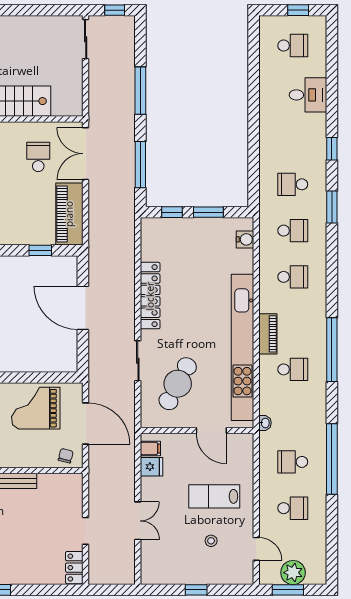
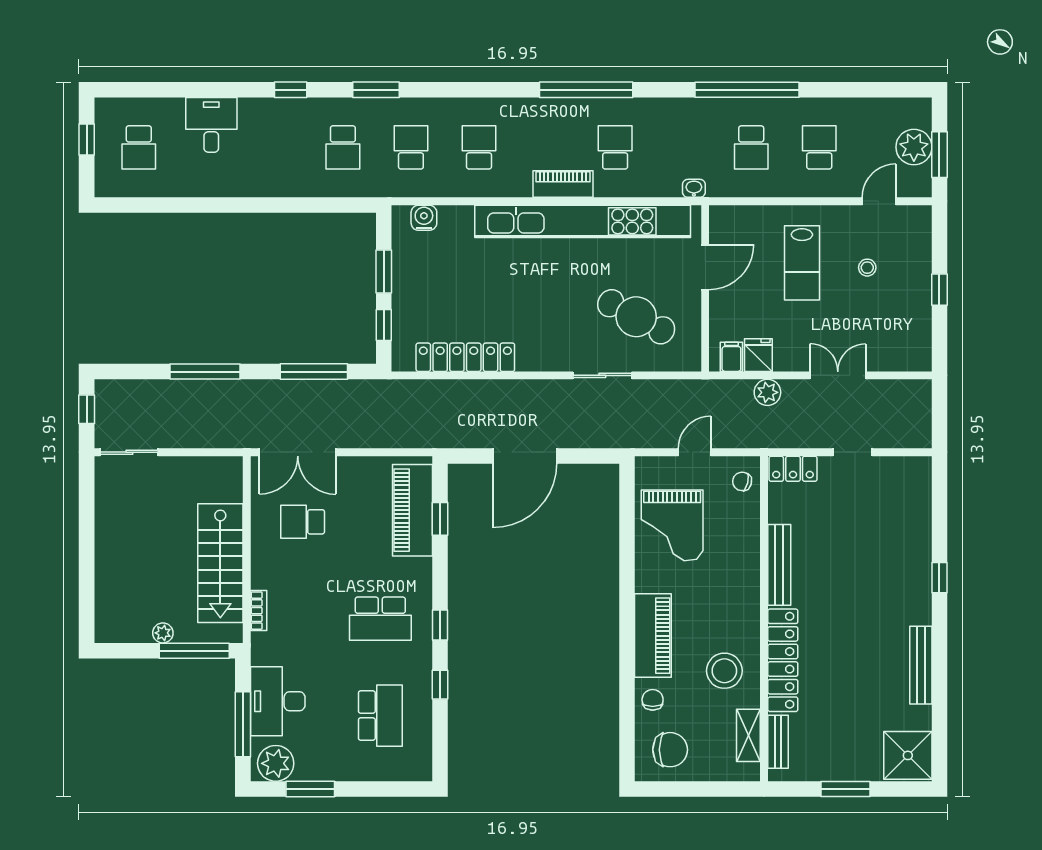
school desk: (293, 46) -> (139, 147), turned 180
piano: (69, 214) -> (412, 510), moved, turned 90
locker: (150, 296) -> (465, 357), moved
door: (86, 423) -> (695, 452), width x0.53
plant: (126, 473) -> (767, 392), added
locker: (74, 568) -> (793, 469), moved

